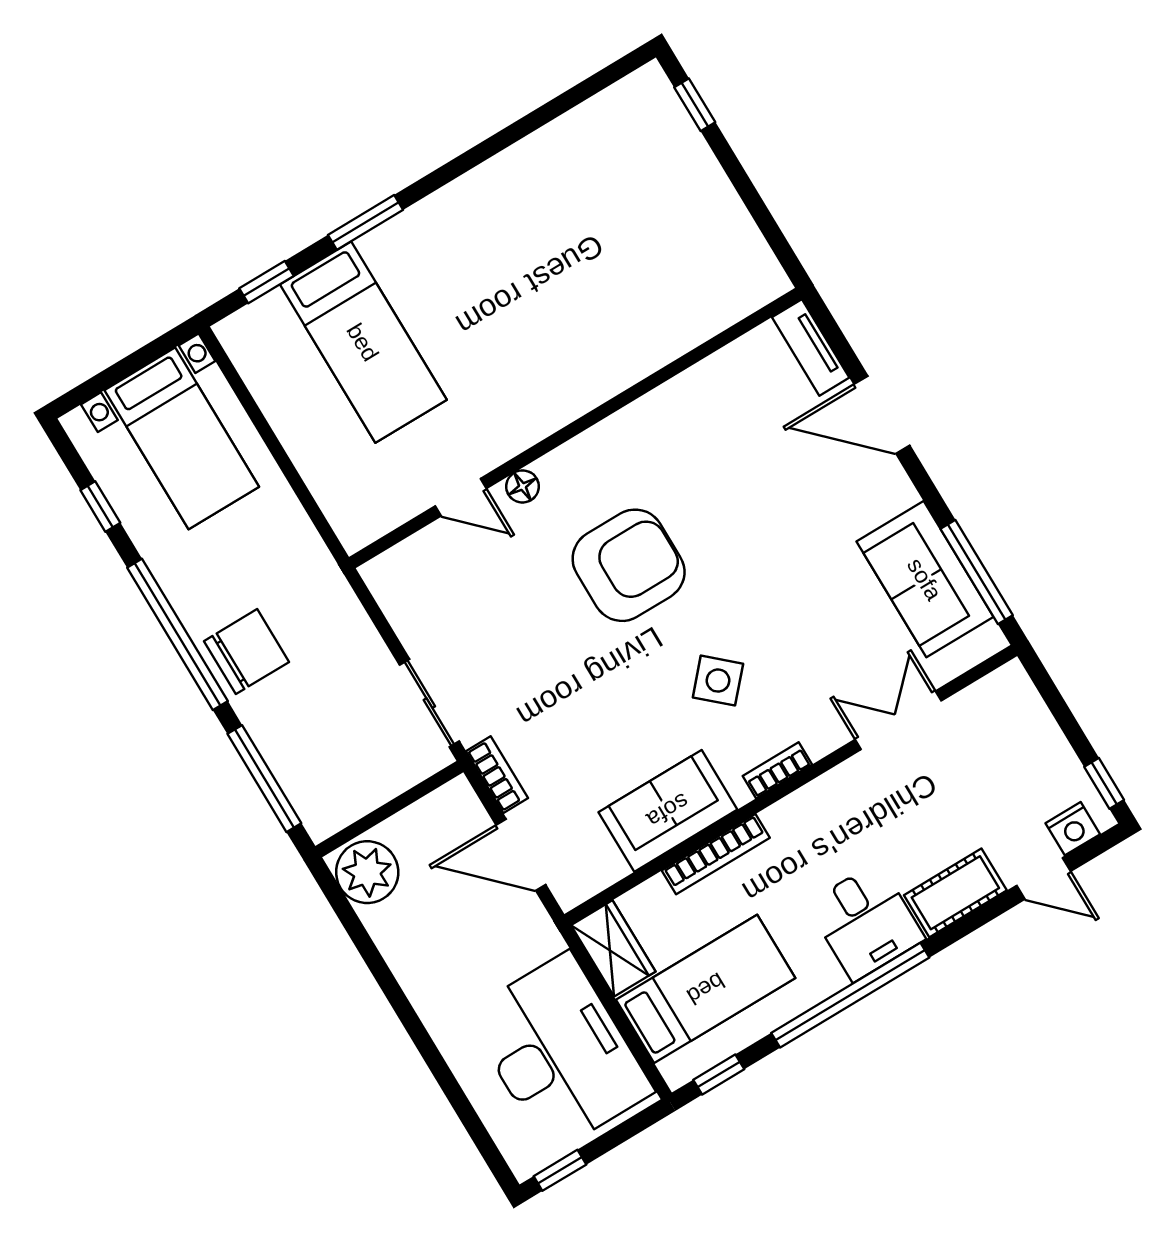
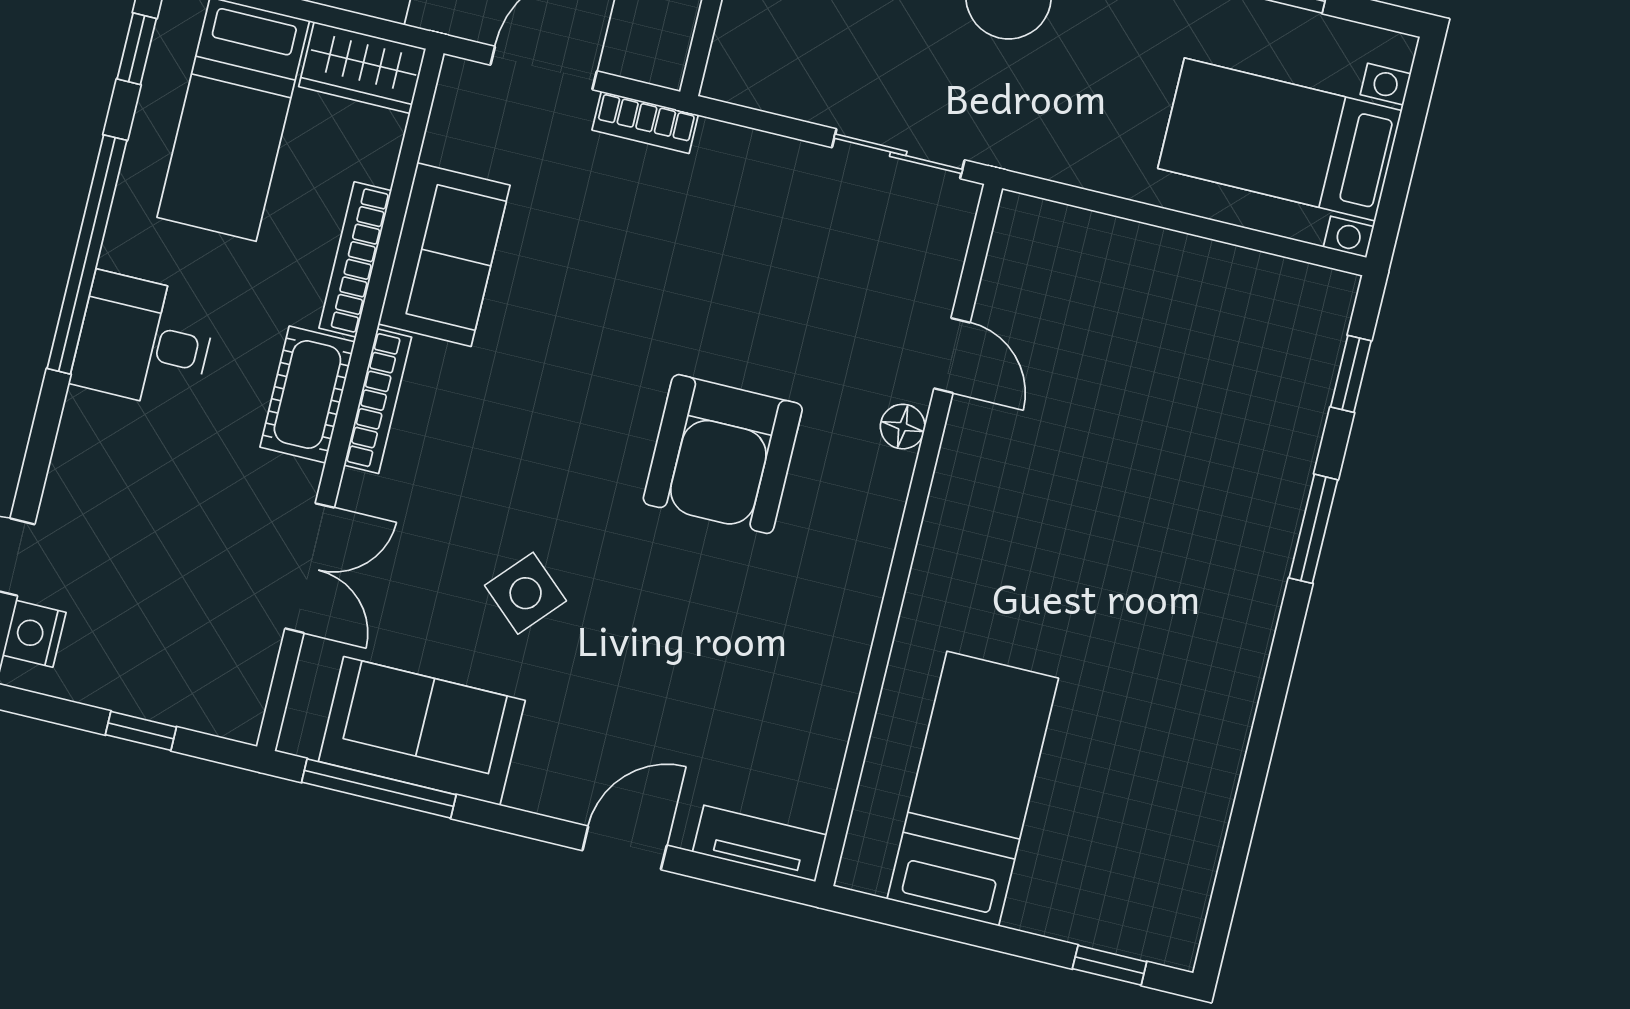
bed: (363, 342) -> (973, 789), moved, turned 90
door: (882, 415) -> (625, 848), width x0.73
door: (461, 497) -> (952, 355), swing flipped
side table: (718, 681) -> (526, 593), moved
sliding door: (429, 703) -> (898, 154), moved
bookcase: (777, 770) -> (378, 401), width x1.56
window: (1104, 783) -> (141, 731), moved
cot: (955, 893) -> (307, 395), moved

